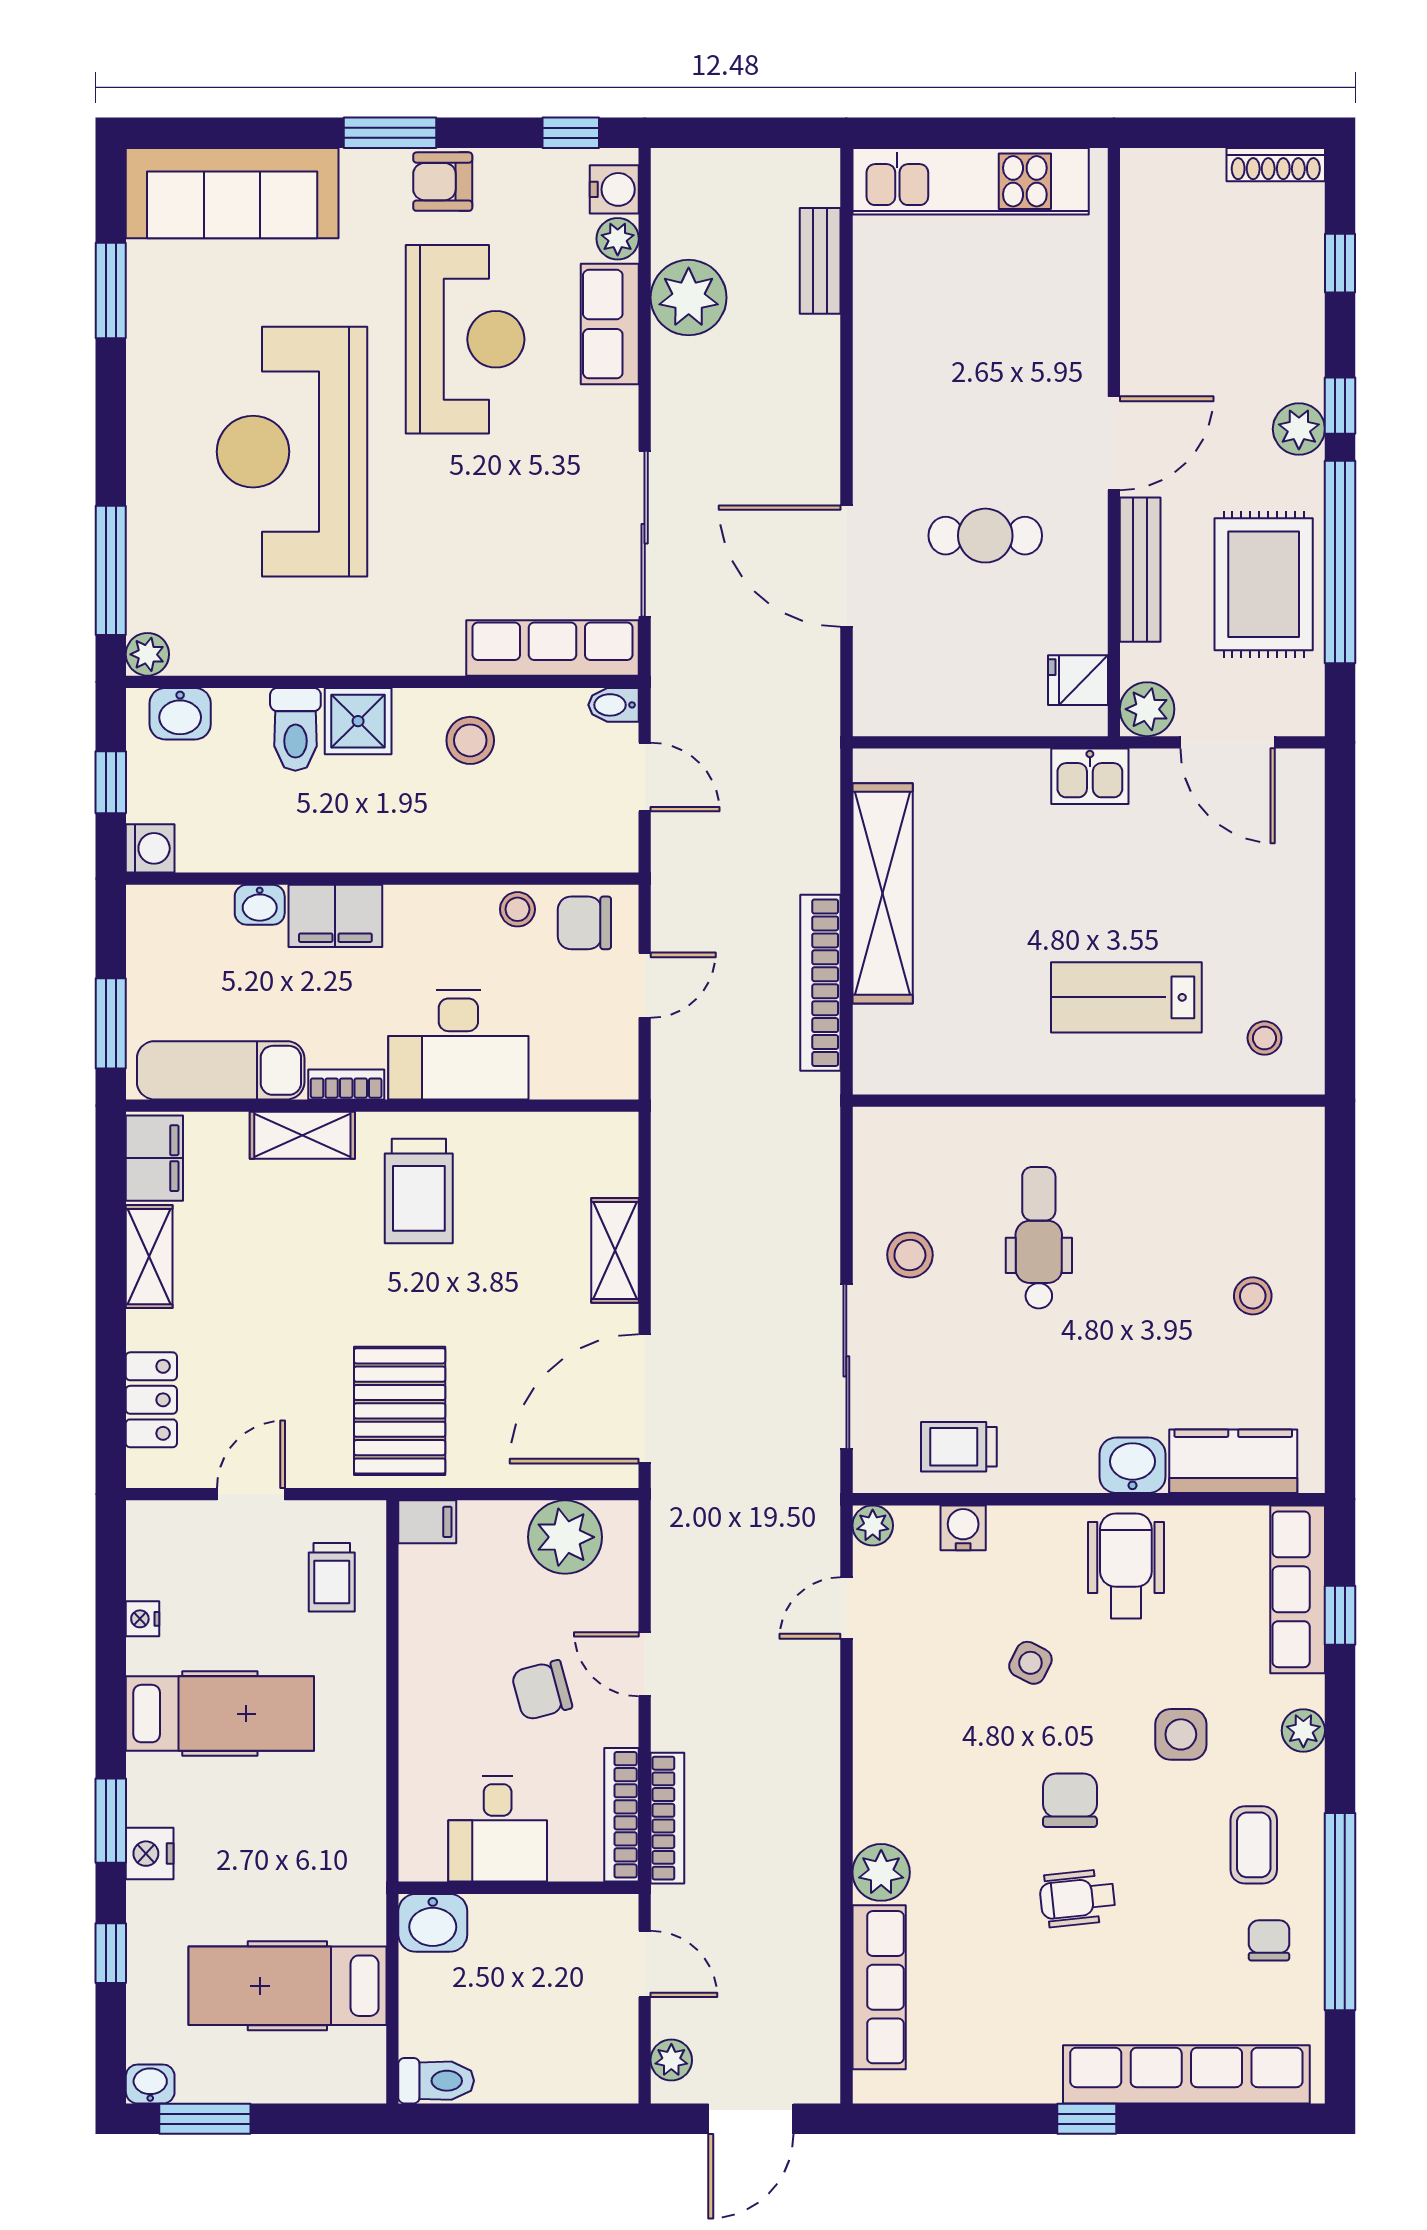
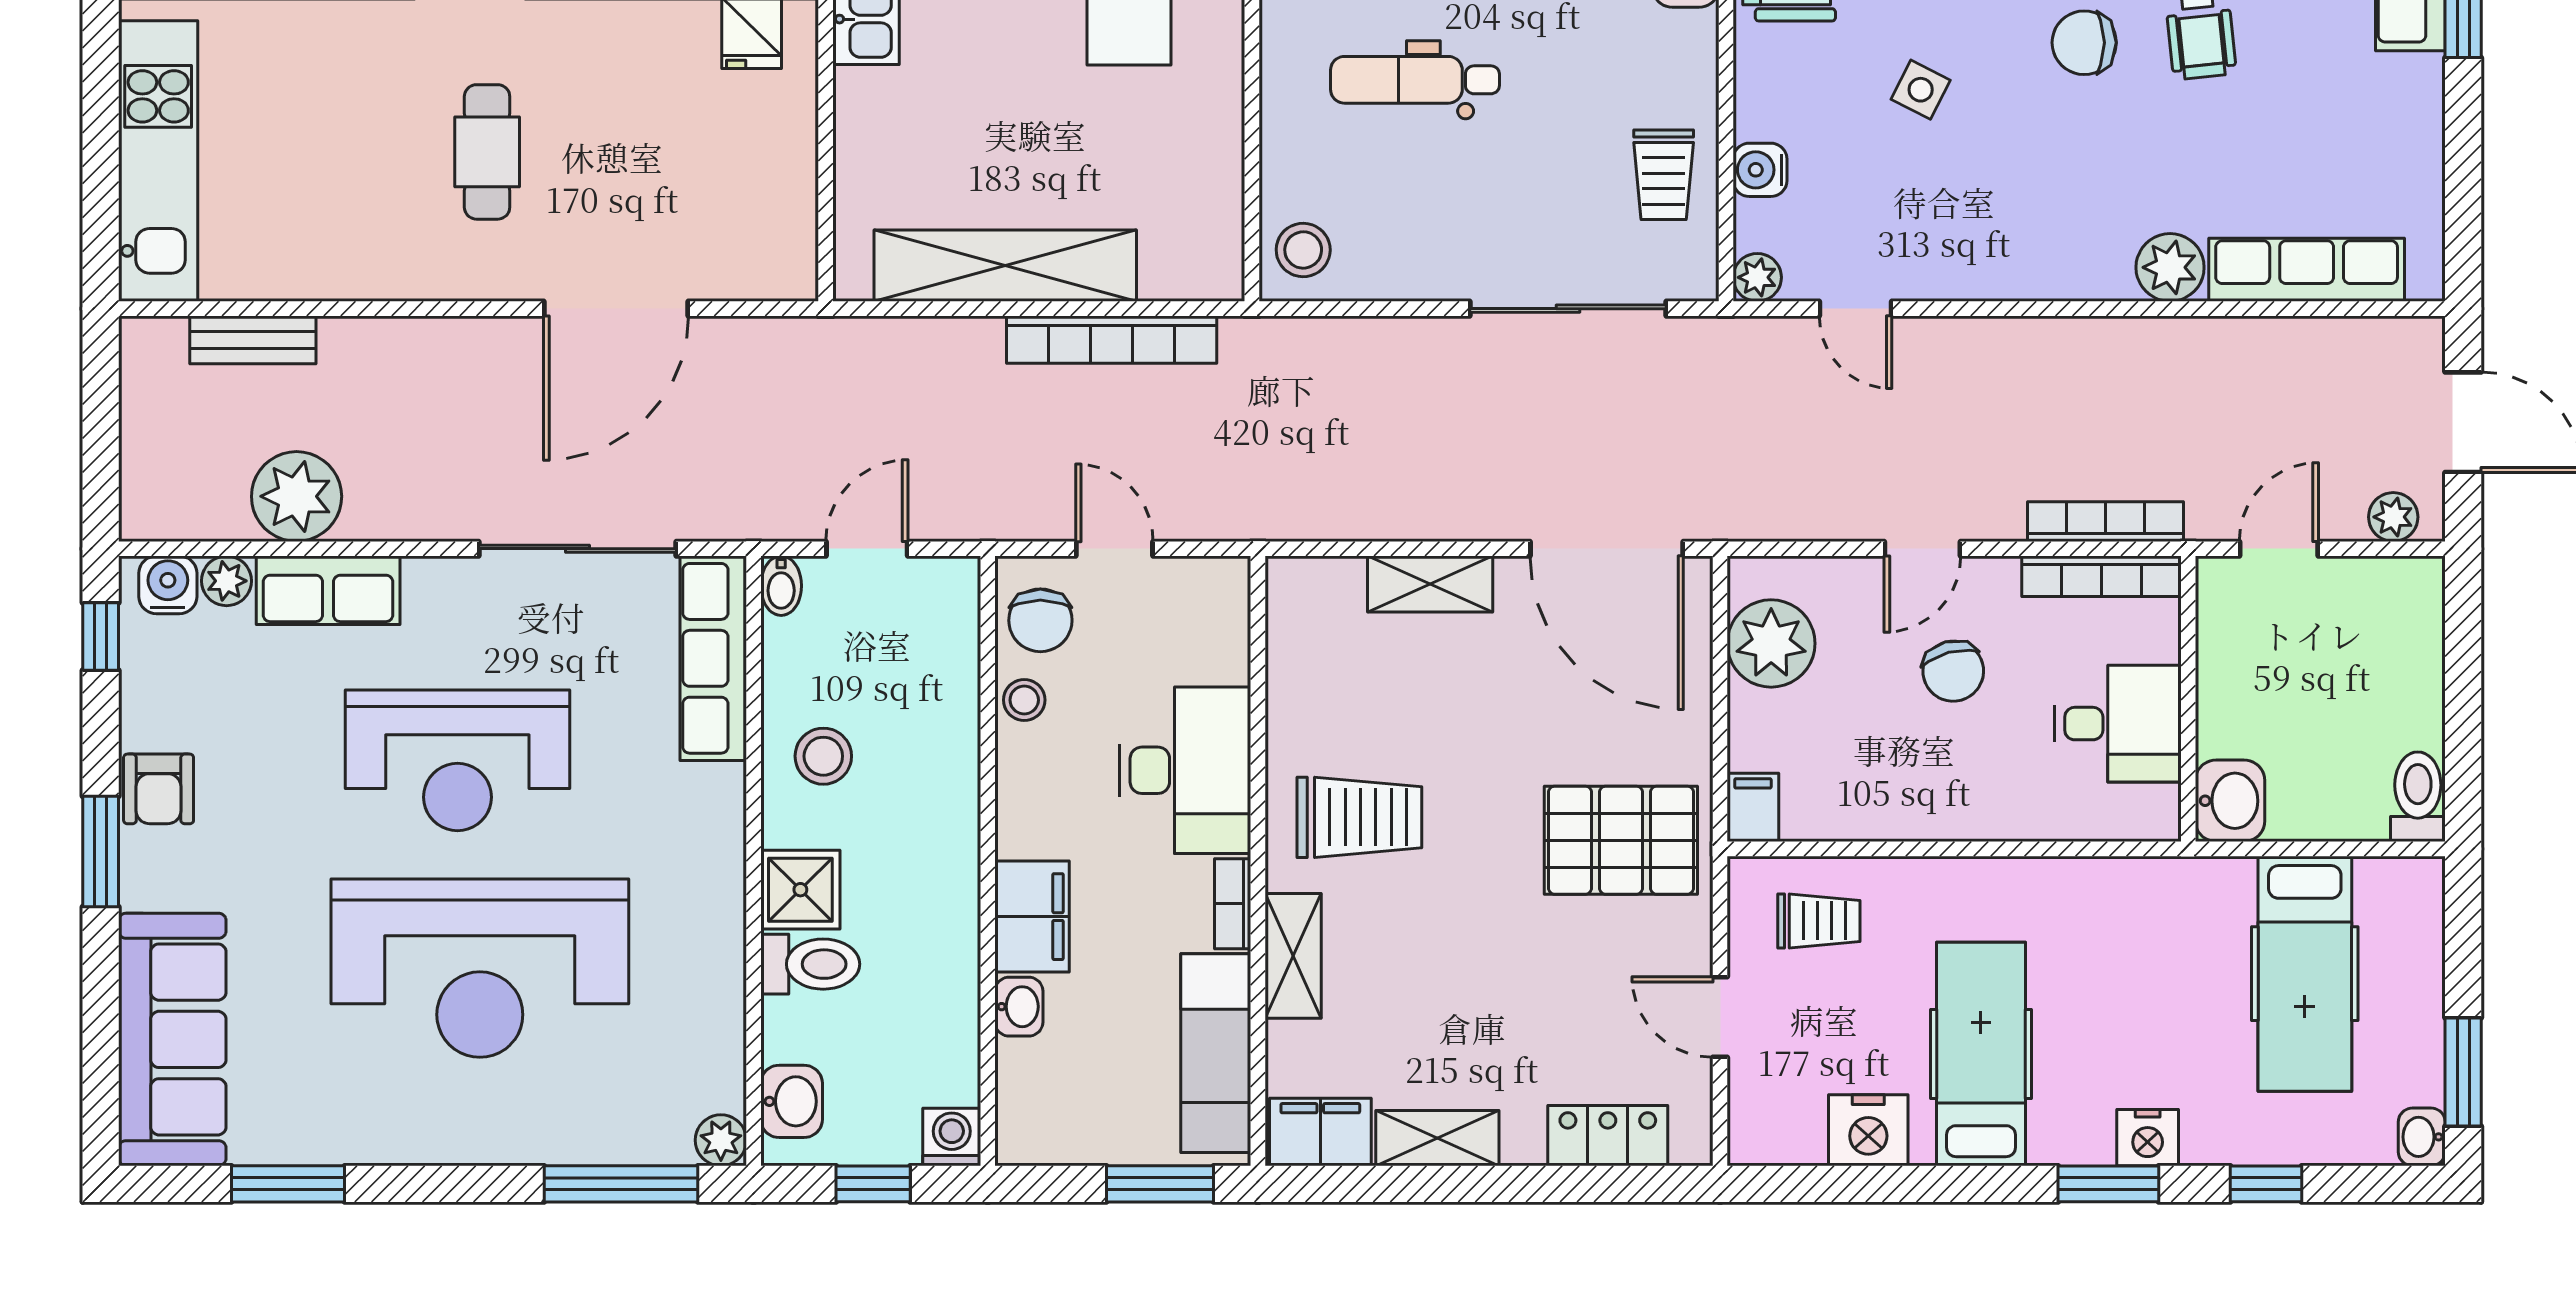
reception desk: (465, 339) -> (457, 760), moved, turned 180
cafe table: (985, 536) -> (487, 152), moved
stool: (910, 1255) -> (1303, 250), moved
nightstand: (143, 1619) -> (1868, 1130), width x1.89, depth x1.79

